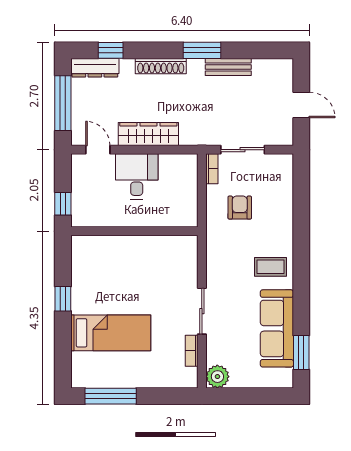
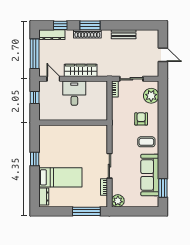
window: (202, 50) -> (90, 25), moved
plant: (279, 181) -> (151, 96), added
window: (63, 204) -> (35, 98), moved
armchair: (240, 208) -> (141, 119), moved
dresser: (80, 368) -> (44, 196), added
window: (111, 396) -> (86, 211), moved

